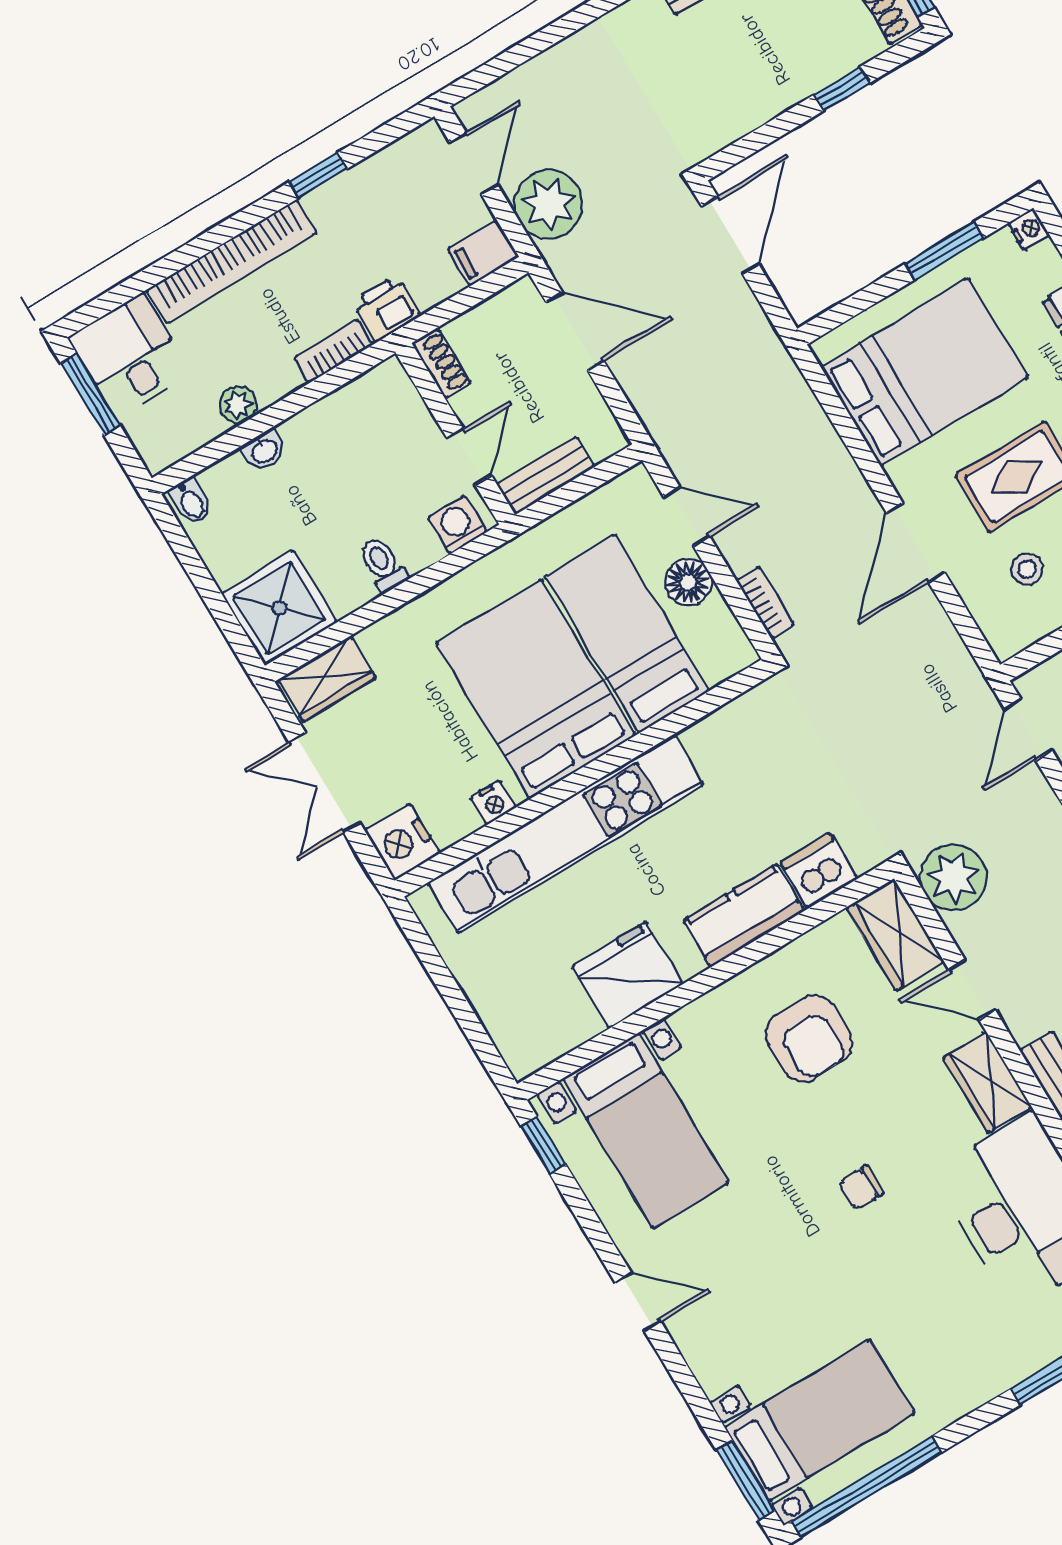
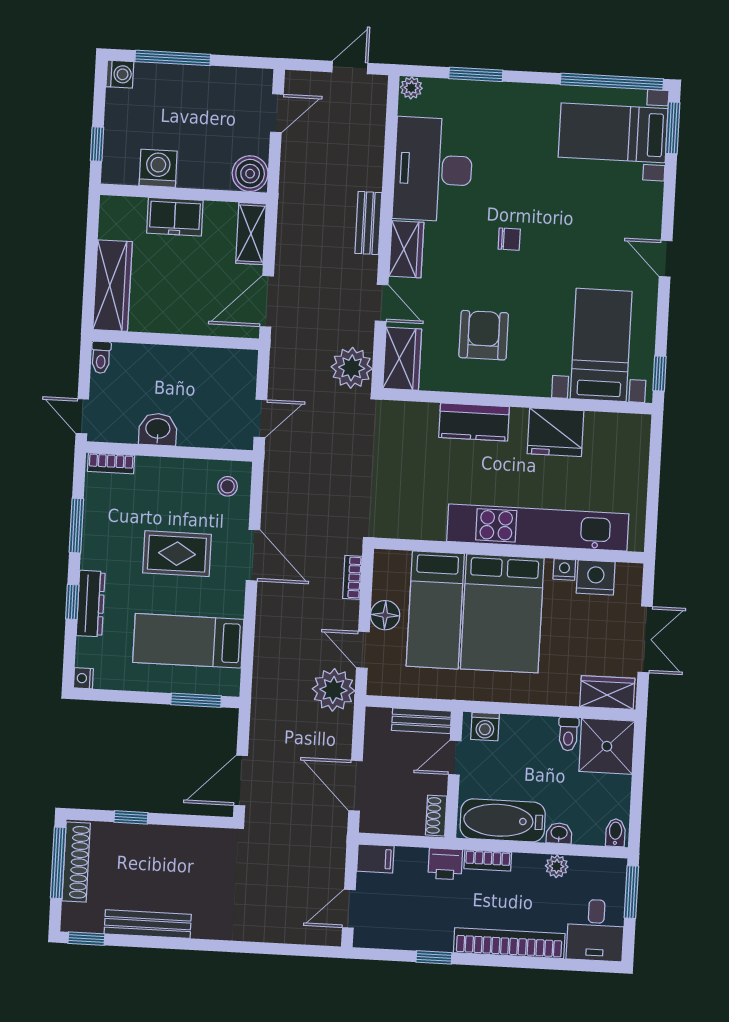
plant: (549, 204) -> (333, 690), moved
window: (944, 251) -> (196, 700), moved
bed: (924, 372) -> (188, 641), width x0.67
window: (90, 394) -> (631, 892), moved
bathtub: (350, 417) -> (503, 820), added
door: (916, 543) -> (253, 555), hinge flipped
toilet: (383, 564) -> (568, 734), moved
stool: (1027, 569) -> (228, 486), moved
nightstand: (402, 842) -> (596, 578), moved, turned -90
dishwasher: (819, 871) -> (419, 419), removed

